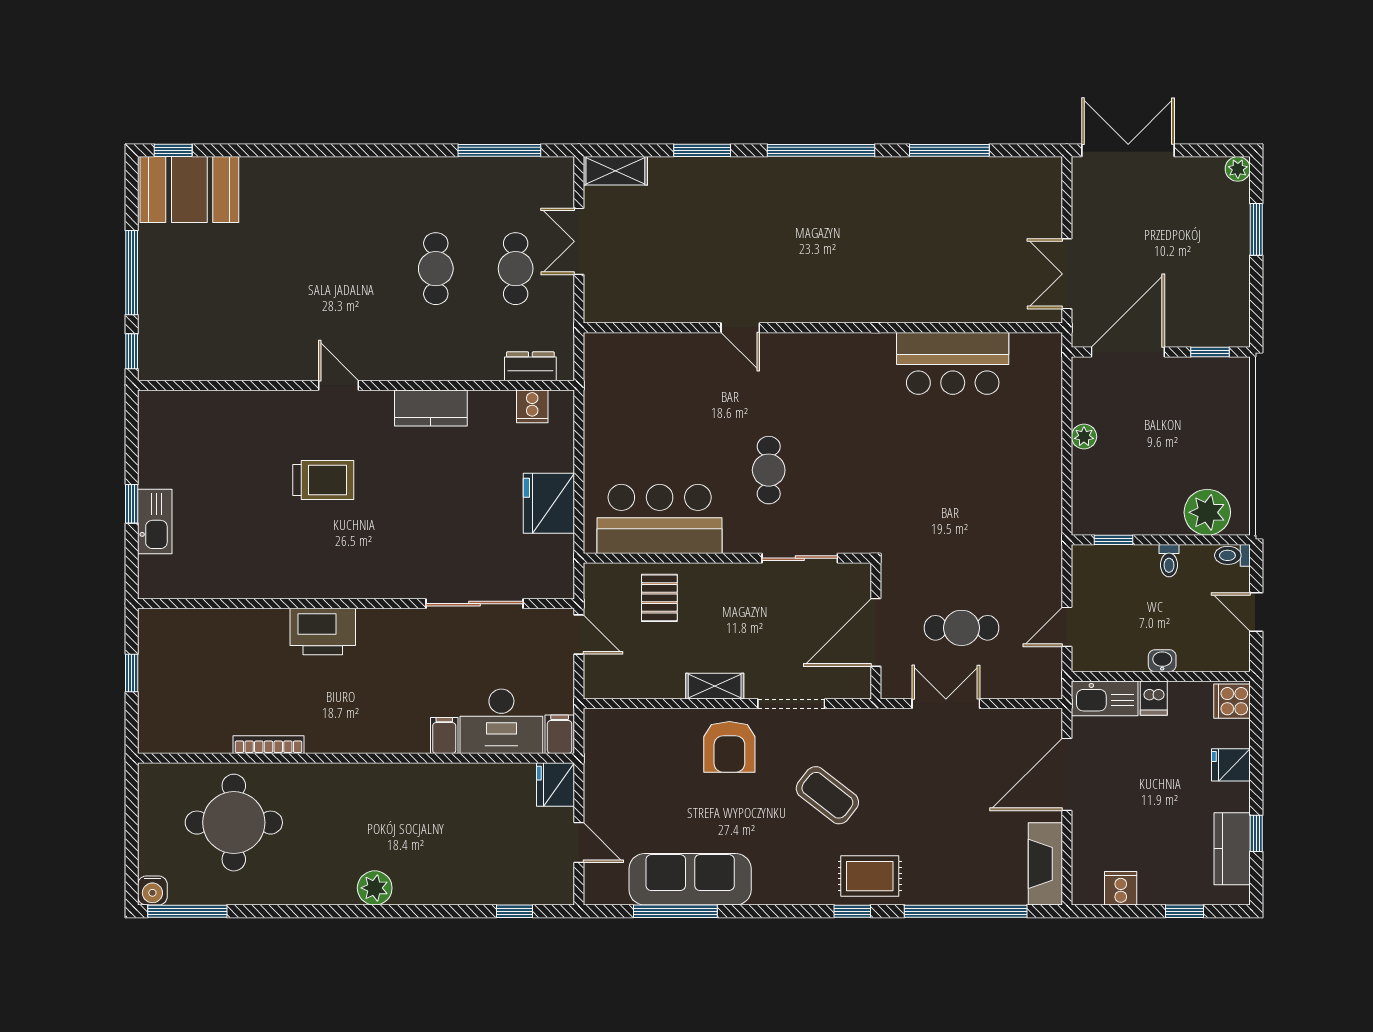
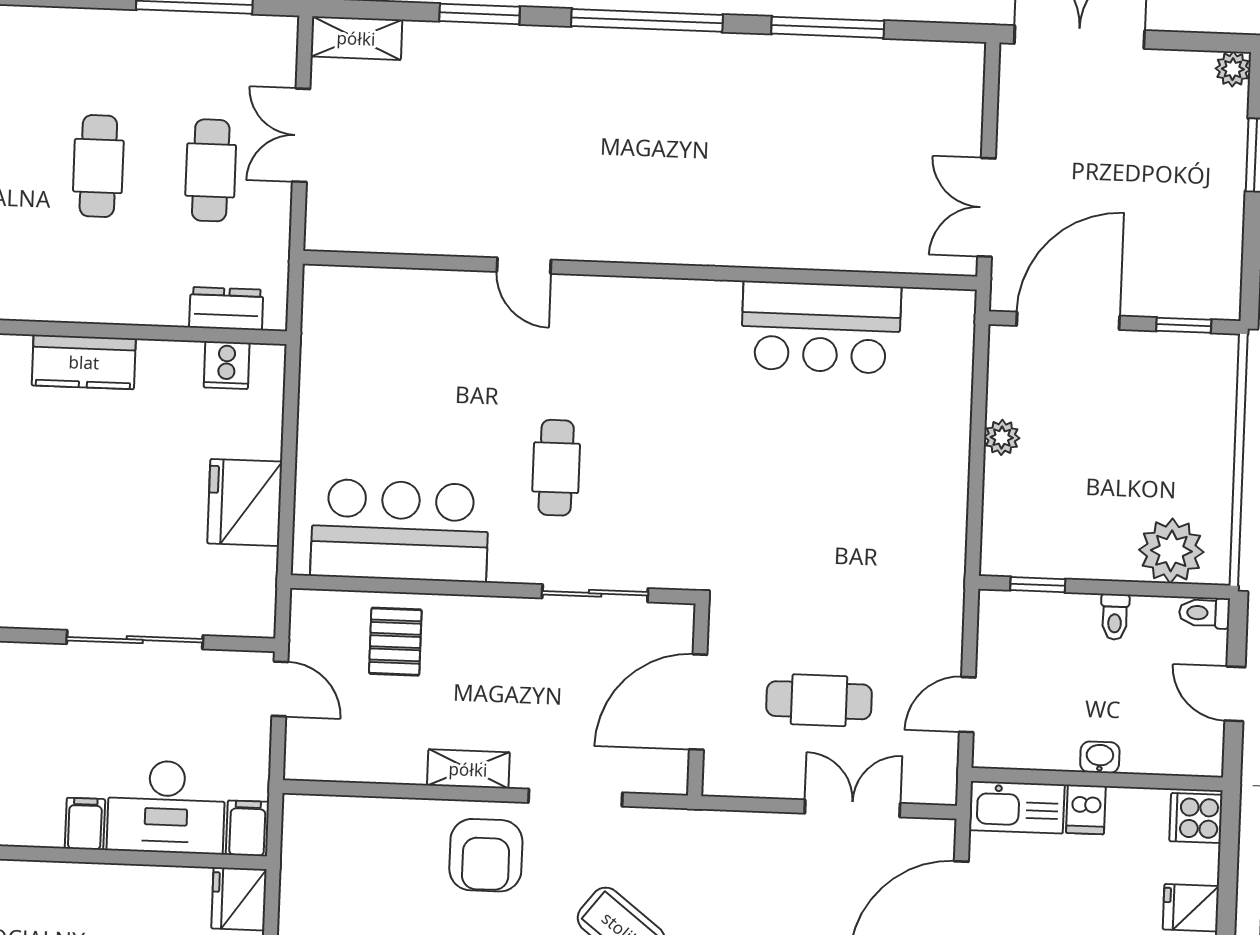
double door: (946, 704) -> (852, 808), moved

